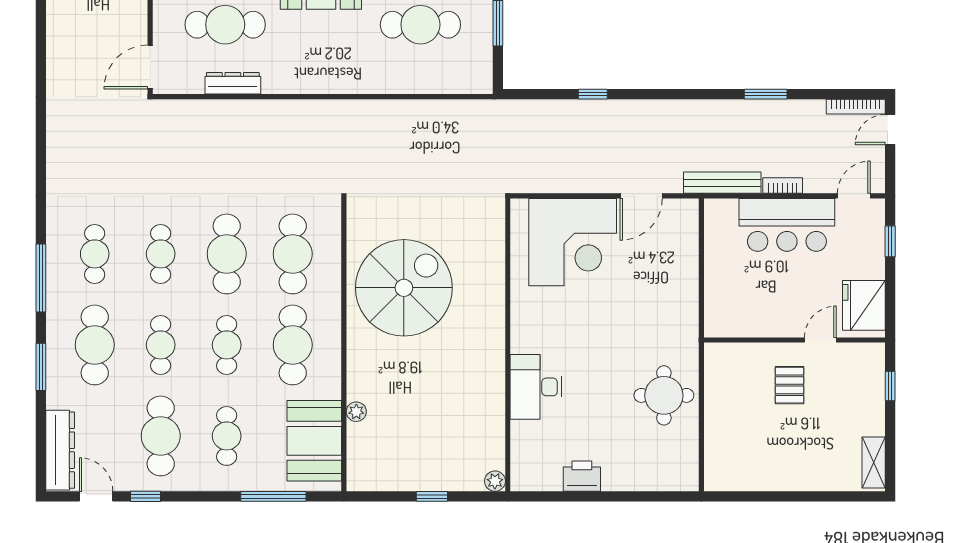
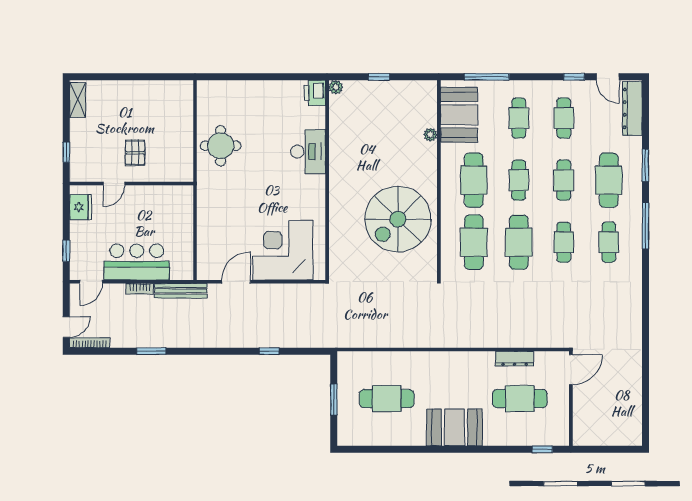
fridge: (864, 305) -> (81, 207), width x0.73, depth x0.75
cafe table: (161, 436) -> (564, 118), width x0.73, depth x0.74
printer: (582, 476) -> (315, 93), moved, turned 90

